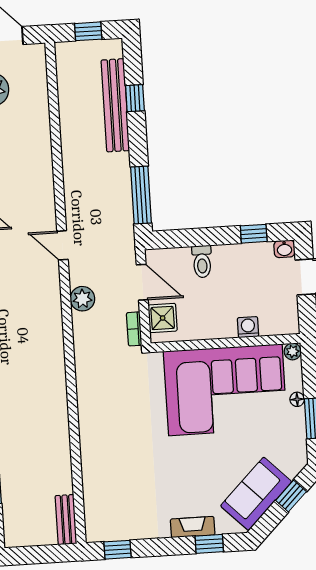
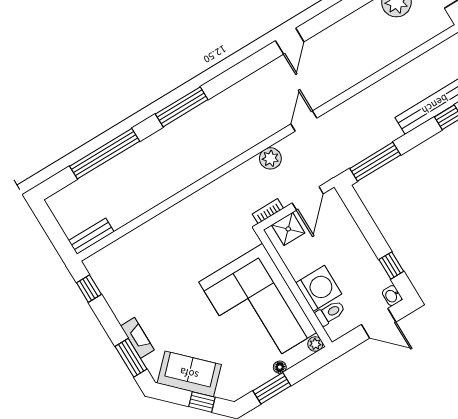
toilet: (202, 261) -> (330, 313), moved, turned 180
washing machine: (248, 327) -> (319, 288), width x1.89, depth x1.89
window: (209, 544) -> (131, 358), width x1.50

